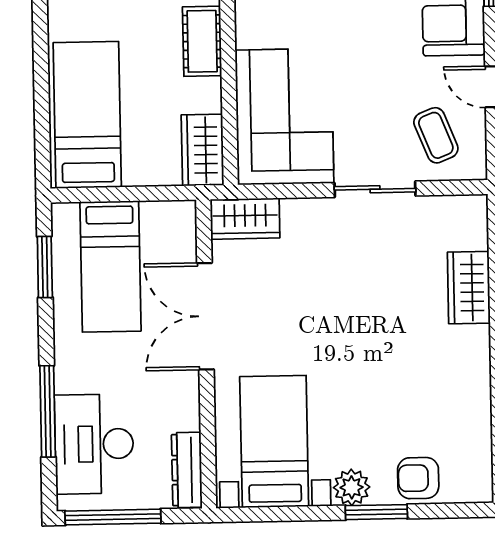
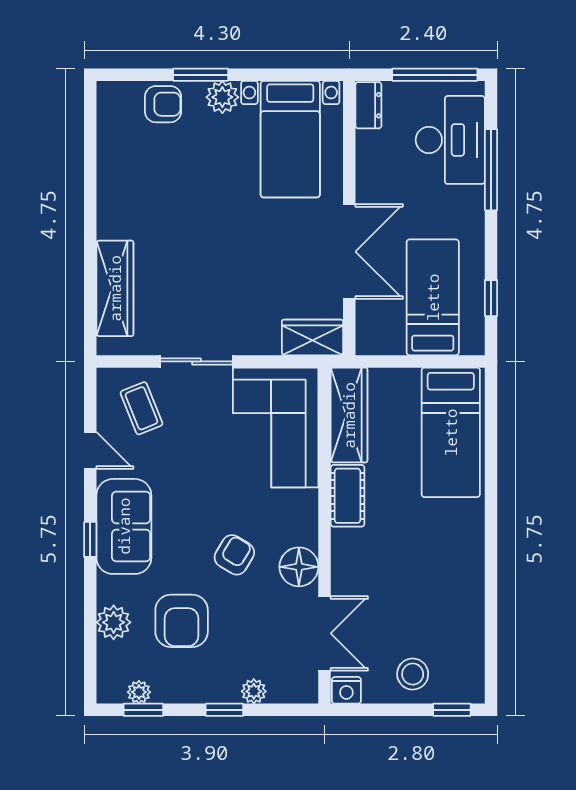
wardrobe: (202, 150) -> (349, 415), width x1.50
window: (45, 267) -> (491, 298), width x0.67
wardrobe: (469, 288) -> (115, 288), width x1.50
dresser: (187, 470) -> (368, 105), width x0.70

